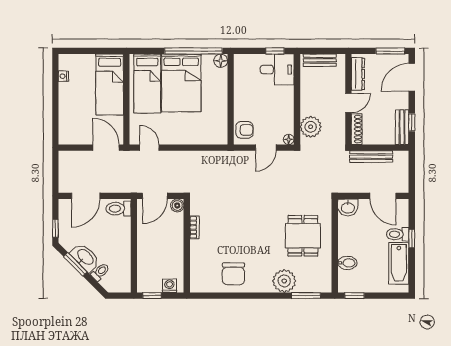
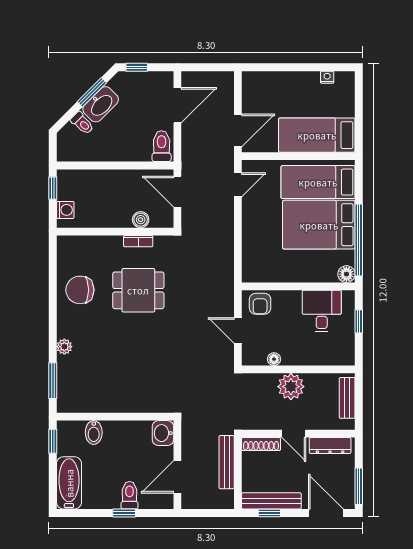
window: (275, 51) -> (359, 321), moved
desk: (277, 70) -> (322, 311), moved, turned 180
plant: (311, 127) -> (291, 387), moved
bench: (402, 127) -> (271, 501), width x1.36
floor lamp: (289, 139) -> (274, 359), moved
door: (86, 196) -> (177, 105), swing flipped
boiler: (177, 205) -> (141, 220), moved
dining table: (303, 236) -> (138, 290), moved
bathtub: (399, 263) -> (69, 483), moved, turned 90
plant: (284, 281) -> (64, 347), width x0.53, depth x0.53

